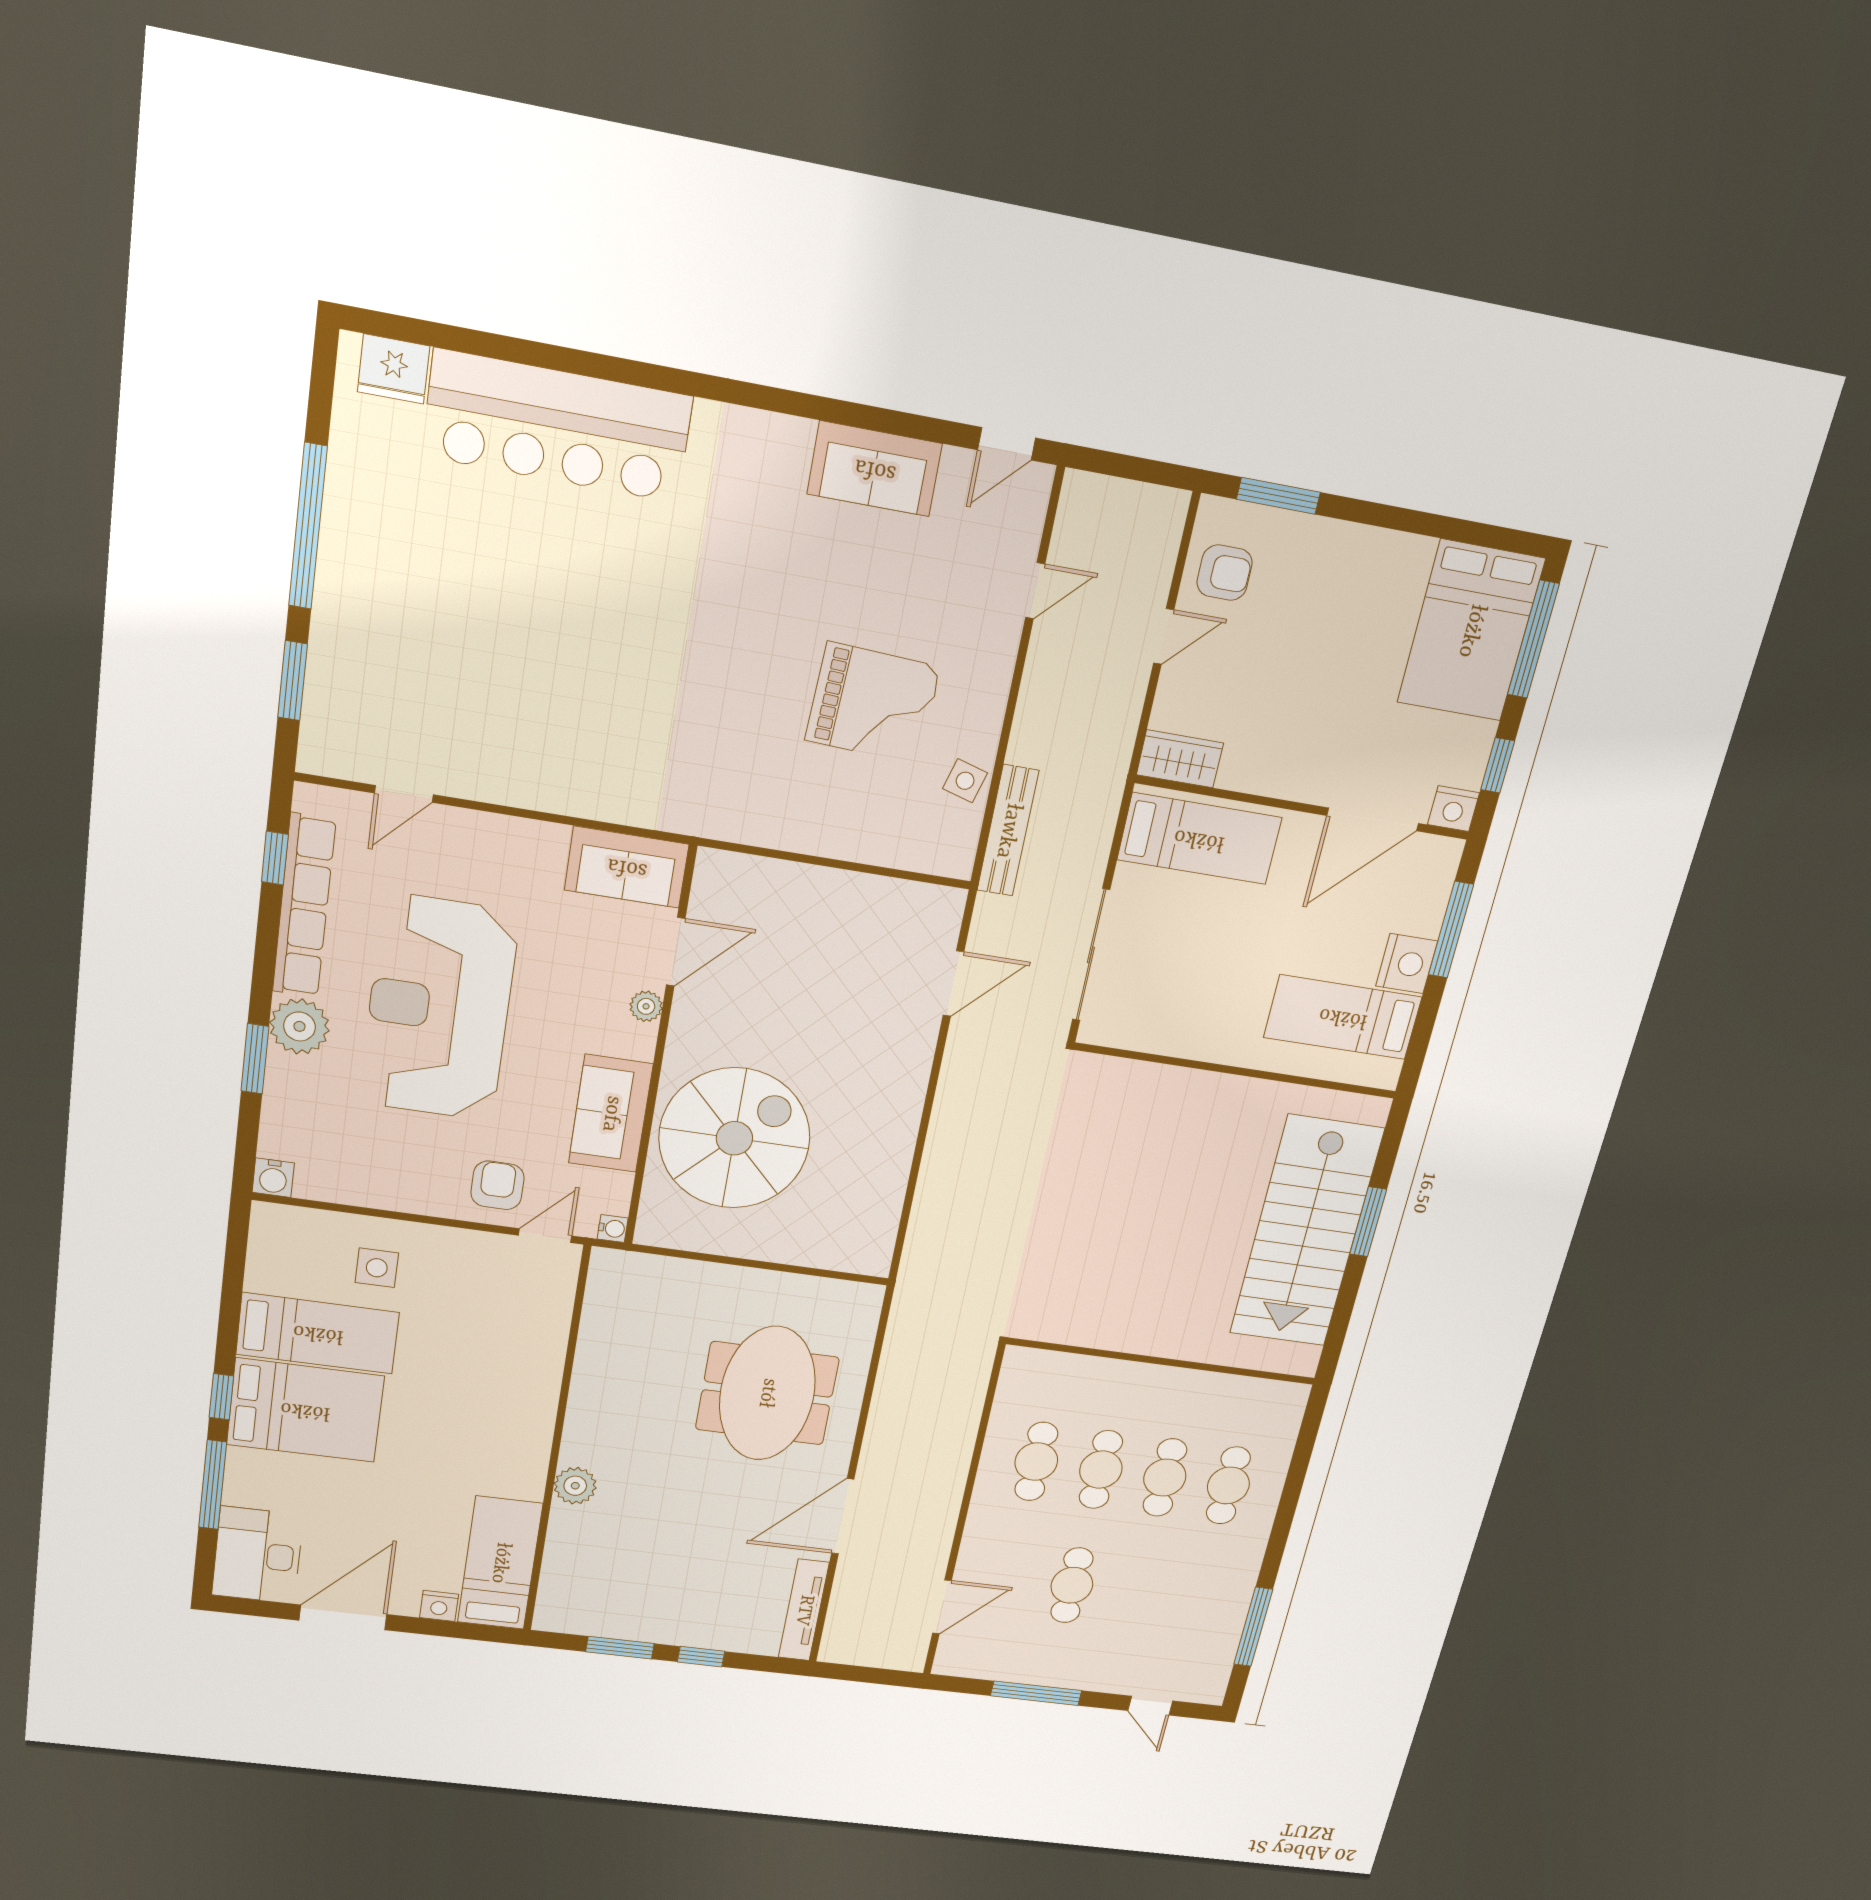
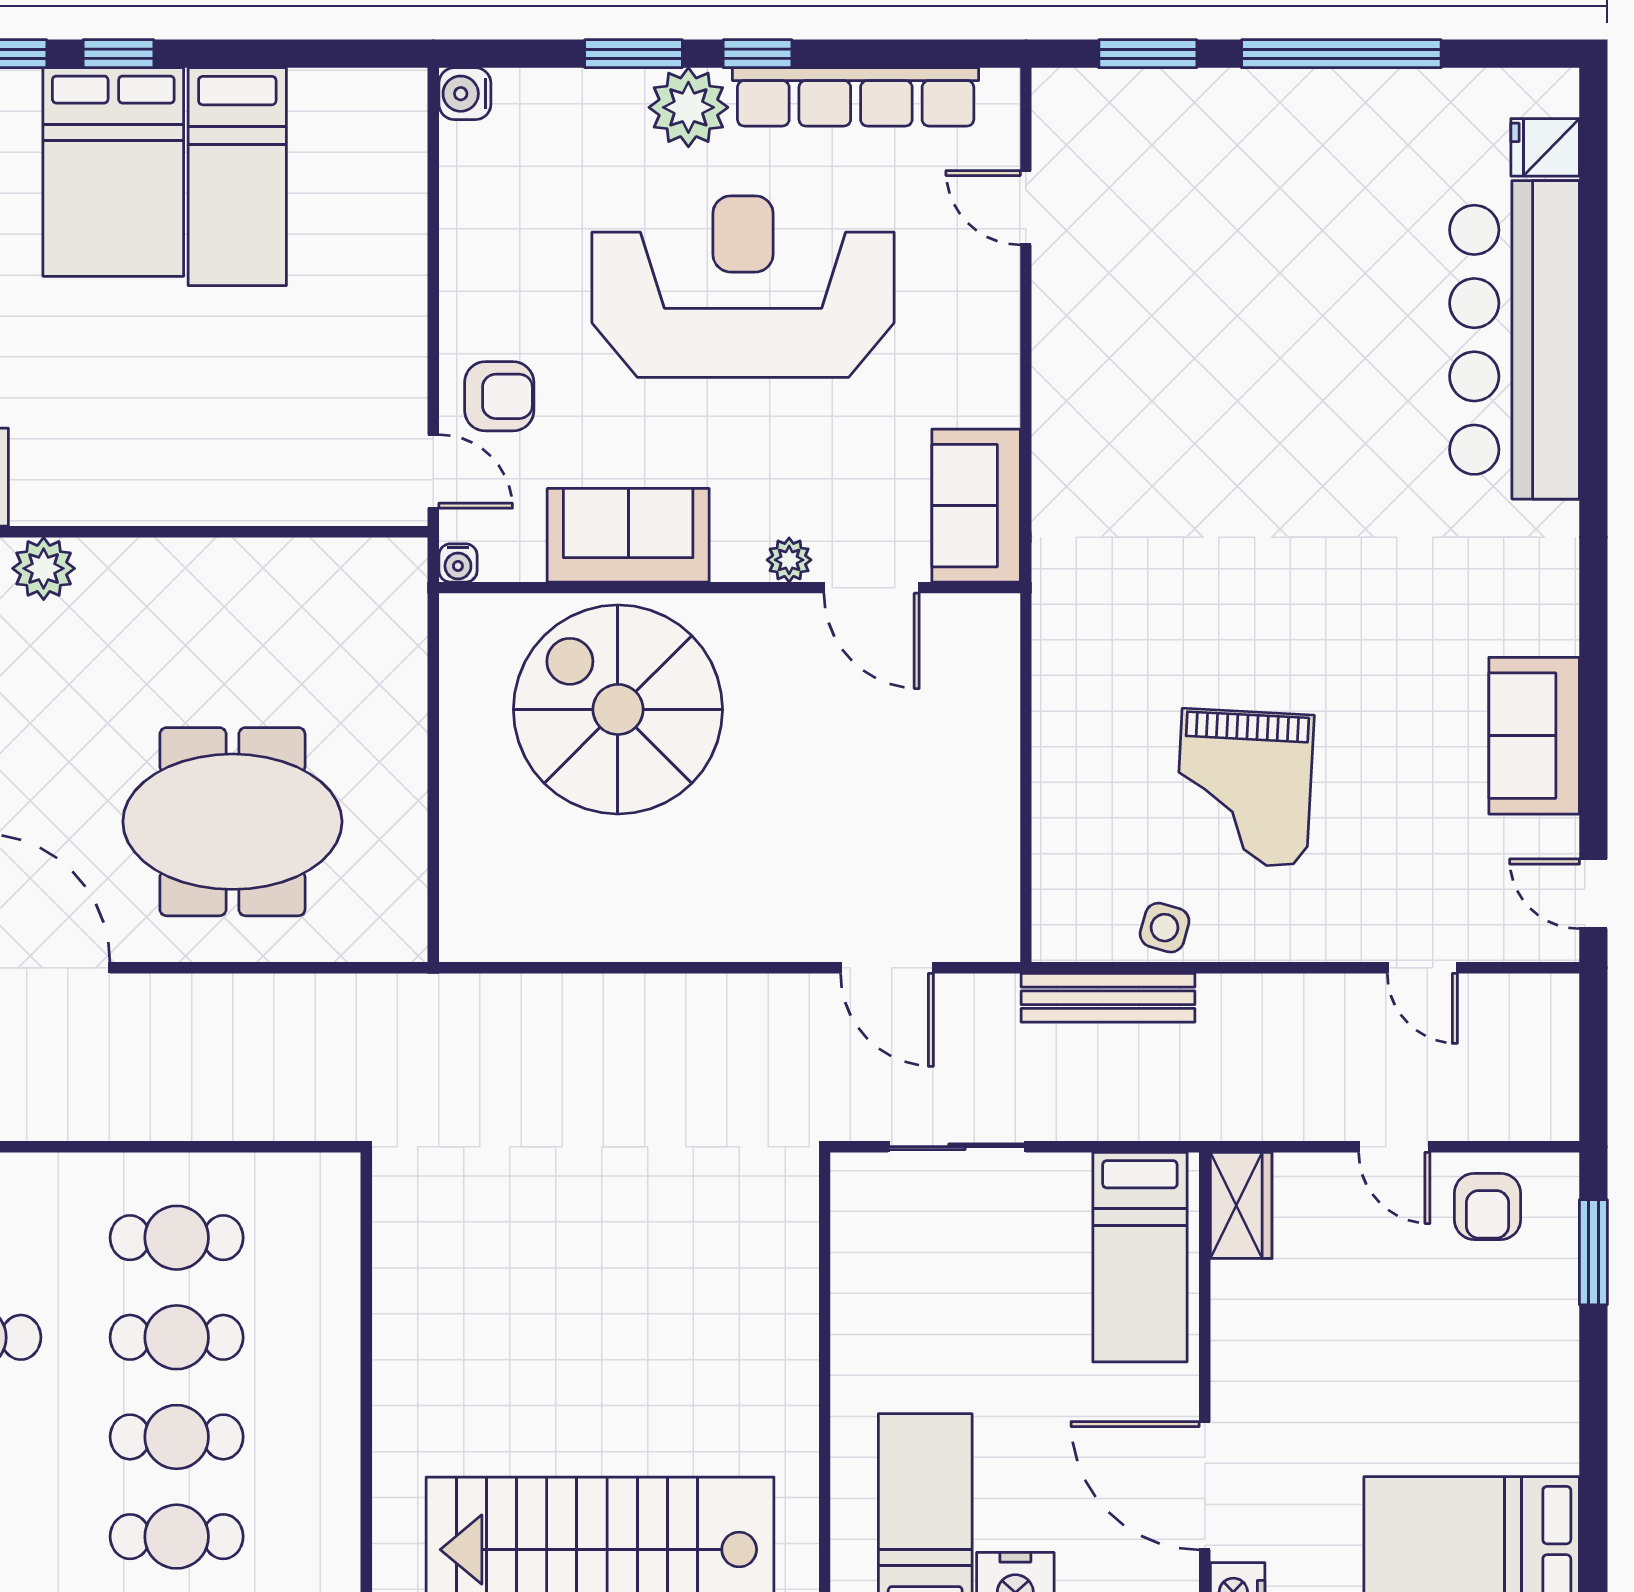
fridge: (394, 369) -> (1545, 147), width x0.72
window: (275, 858) -> (758, 54), moved
sliding door: (1091, 955) -> (957, 1147), width x0.73
spiral stairs: (734, 1138) -> (618, 709), turned 180
side table: (377, 1268) -> (350, 247), removed

